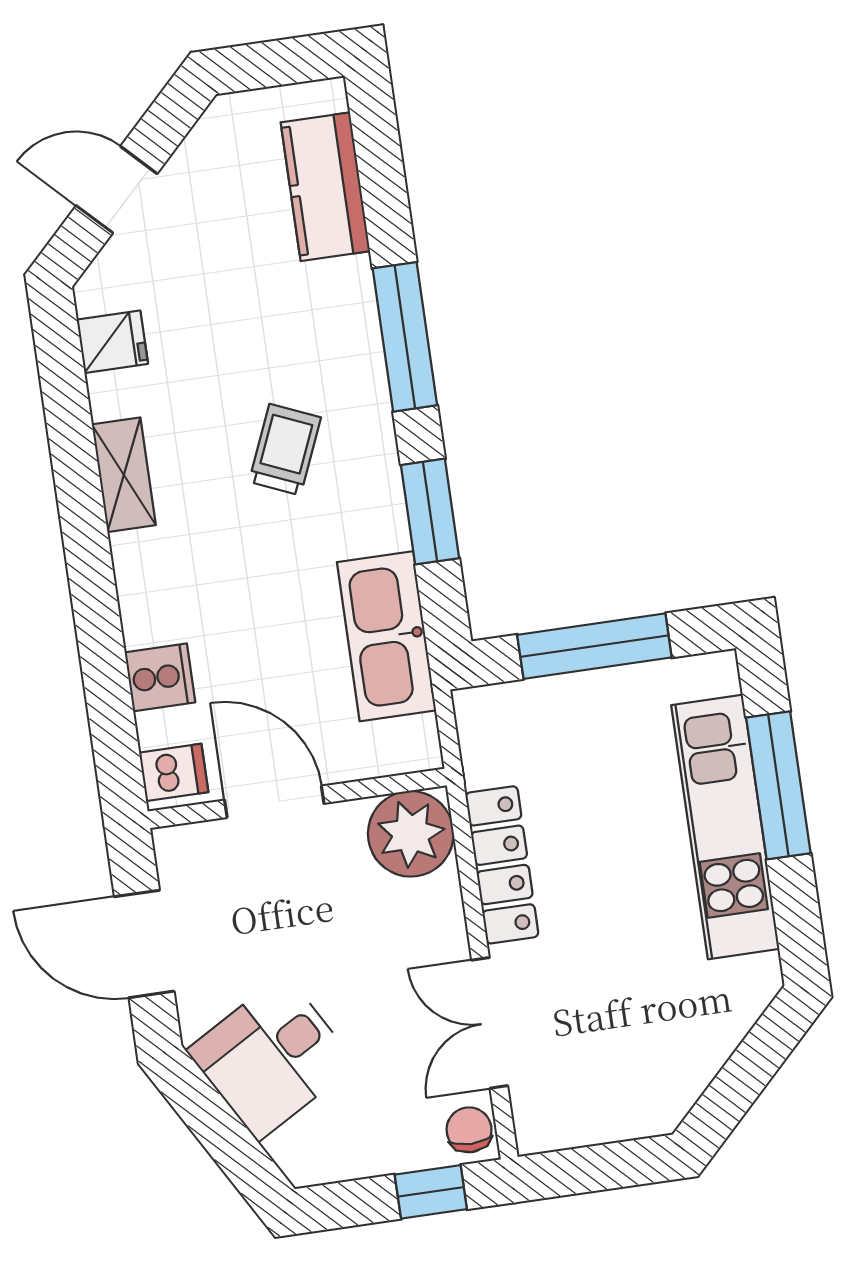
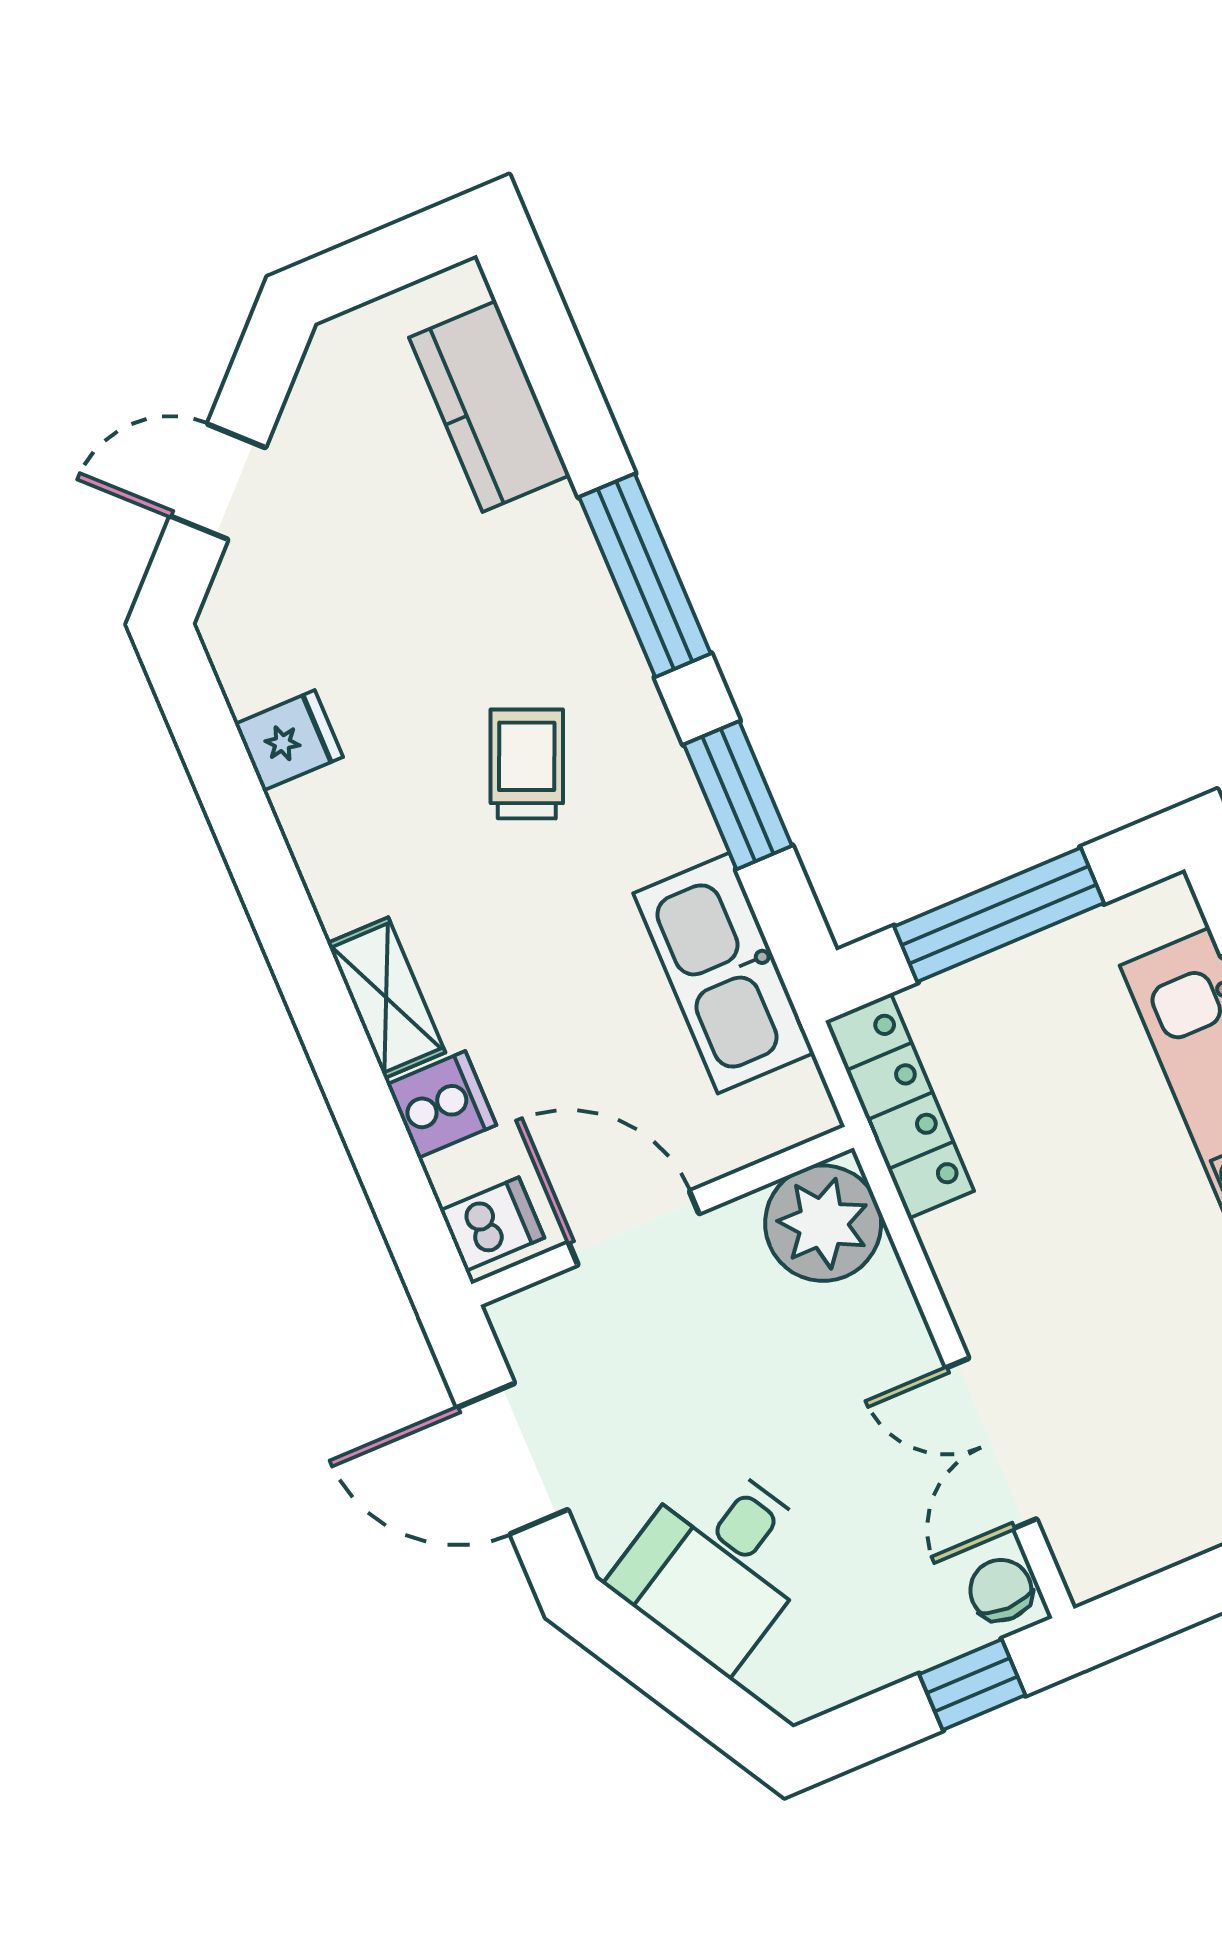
fridge: (112, 342) -> (289, 740), moved
shelving: (124, 475) -> (386, 998), moved
locker: (502, 865) -> (900, 1106), moved

